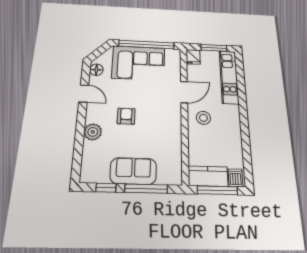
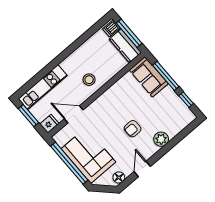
door: (184, 92) -> (74, 114), moved
sofa: (133, 171) -> (149, 77), moved

